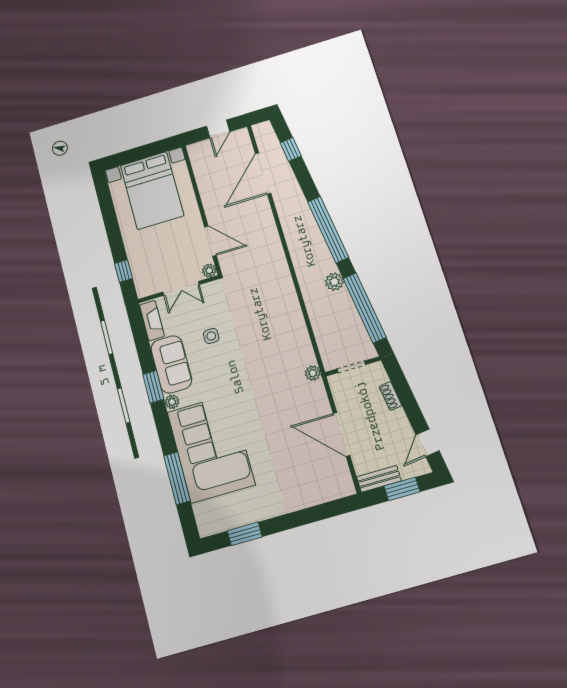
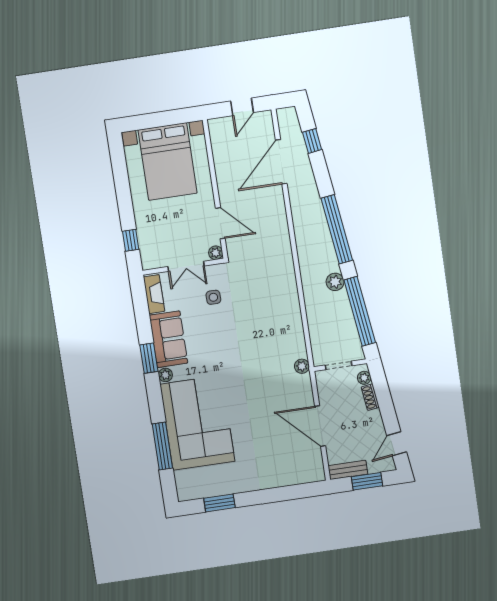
side table: (211, 336) -> (213, 297), moved
plant: (380, 376) -> (364, 378), added

